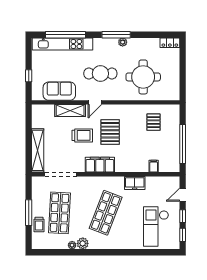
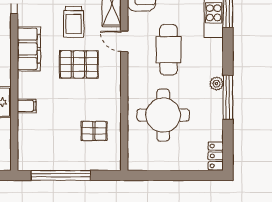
window: (116, 35) -> (228, 97), moved
filing cabinet: (154, 166) -> (27, 106), moved

